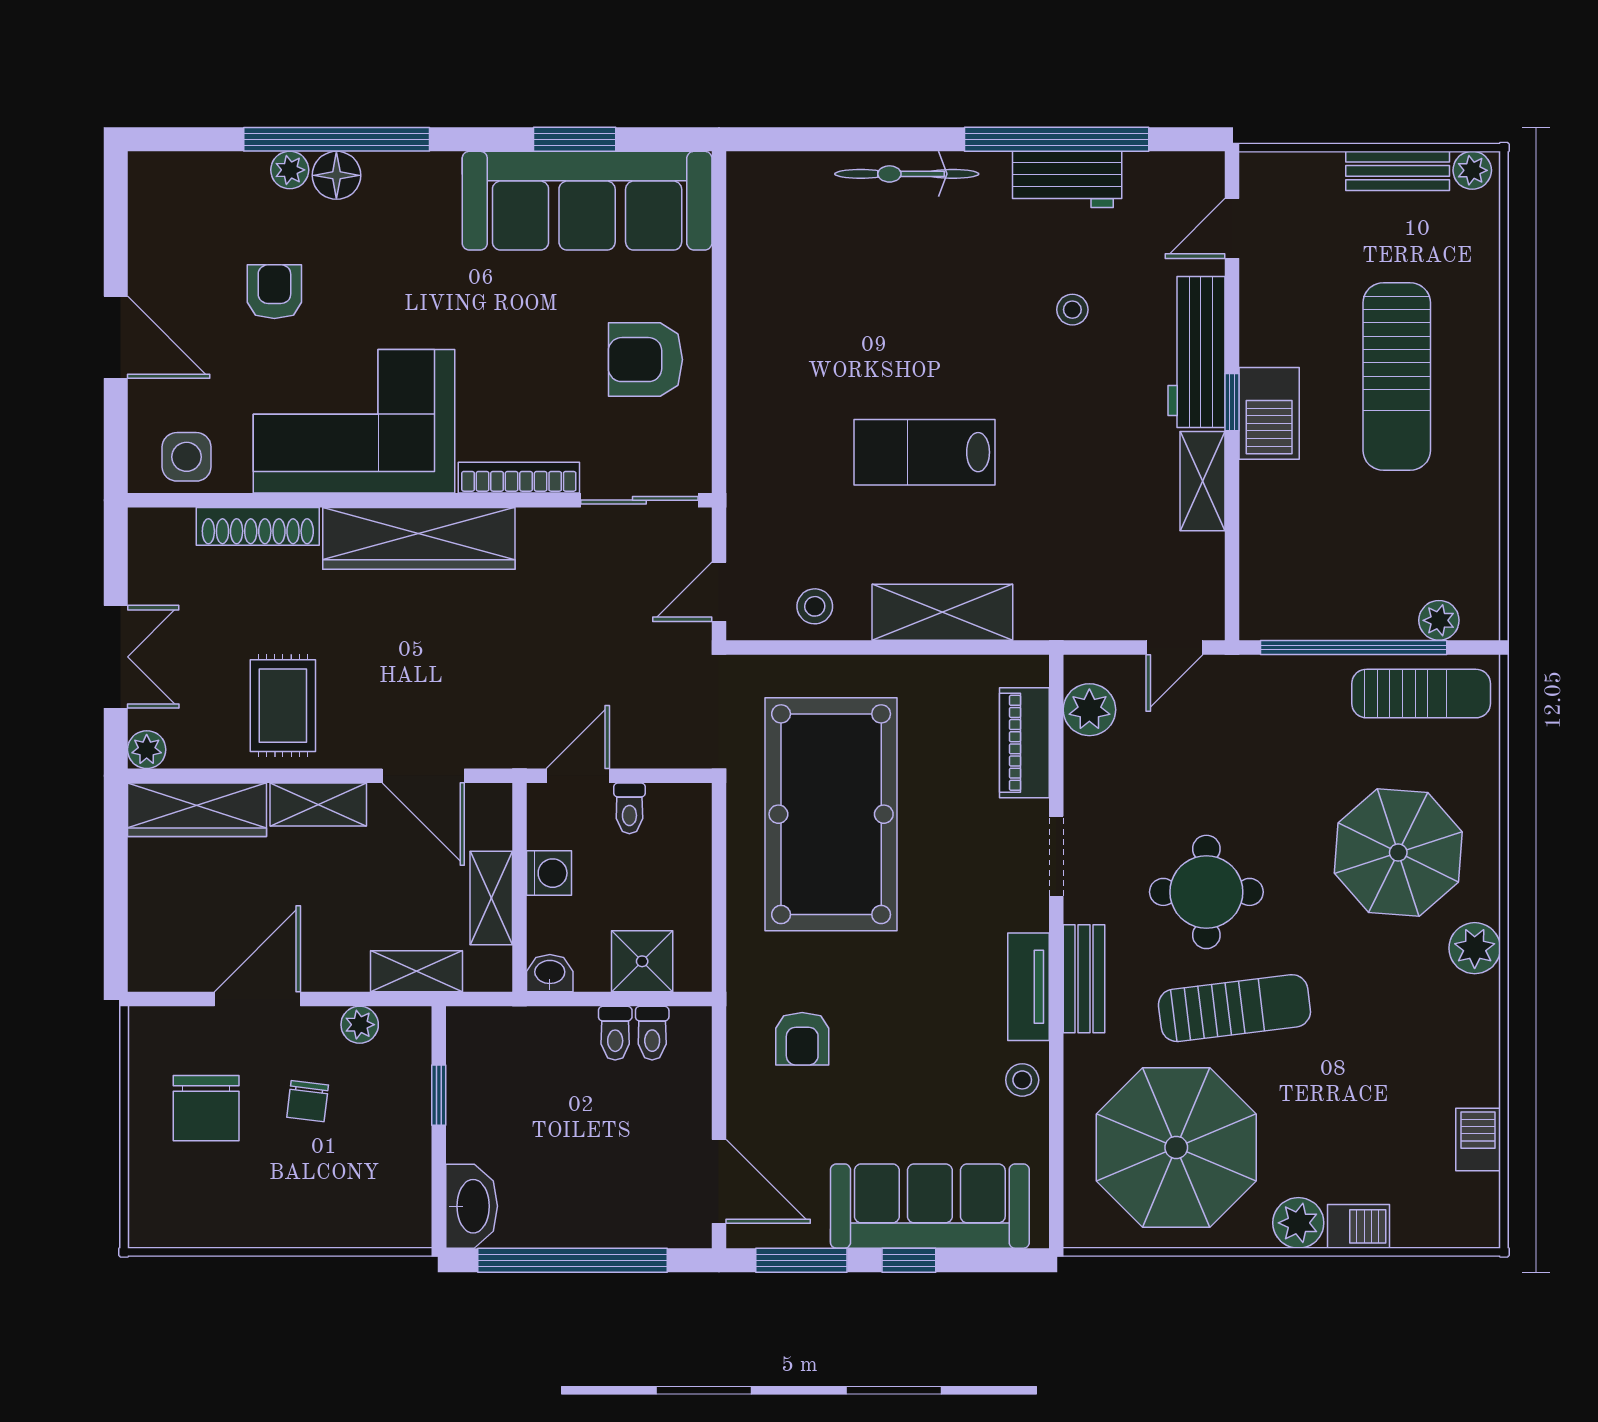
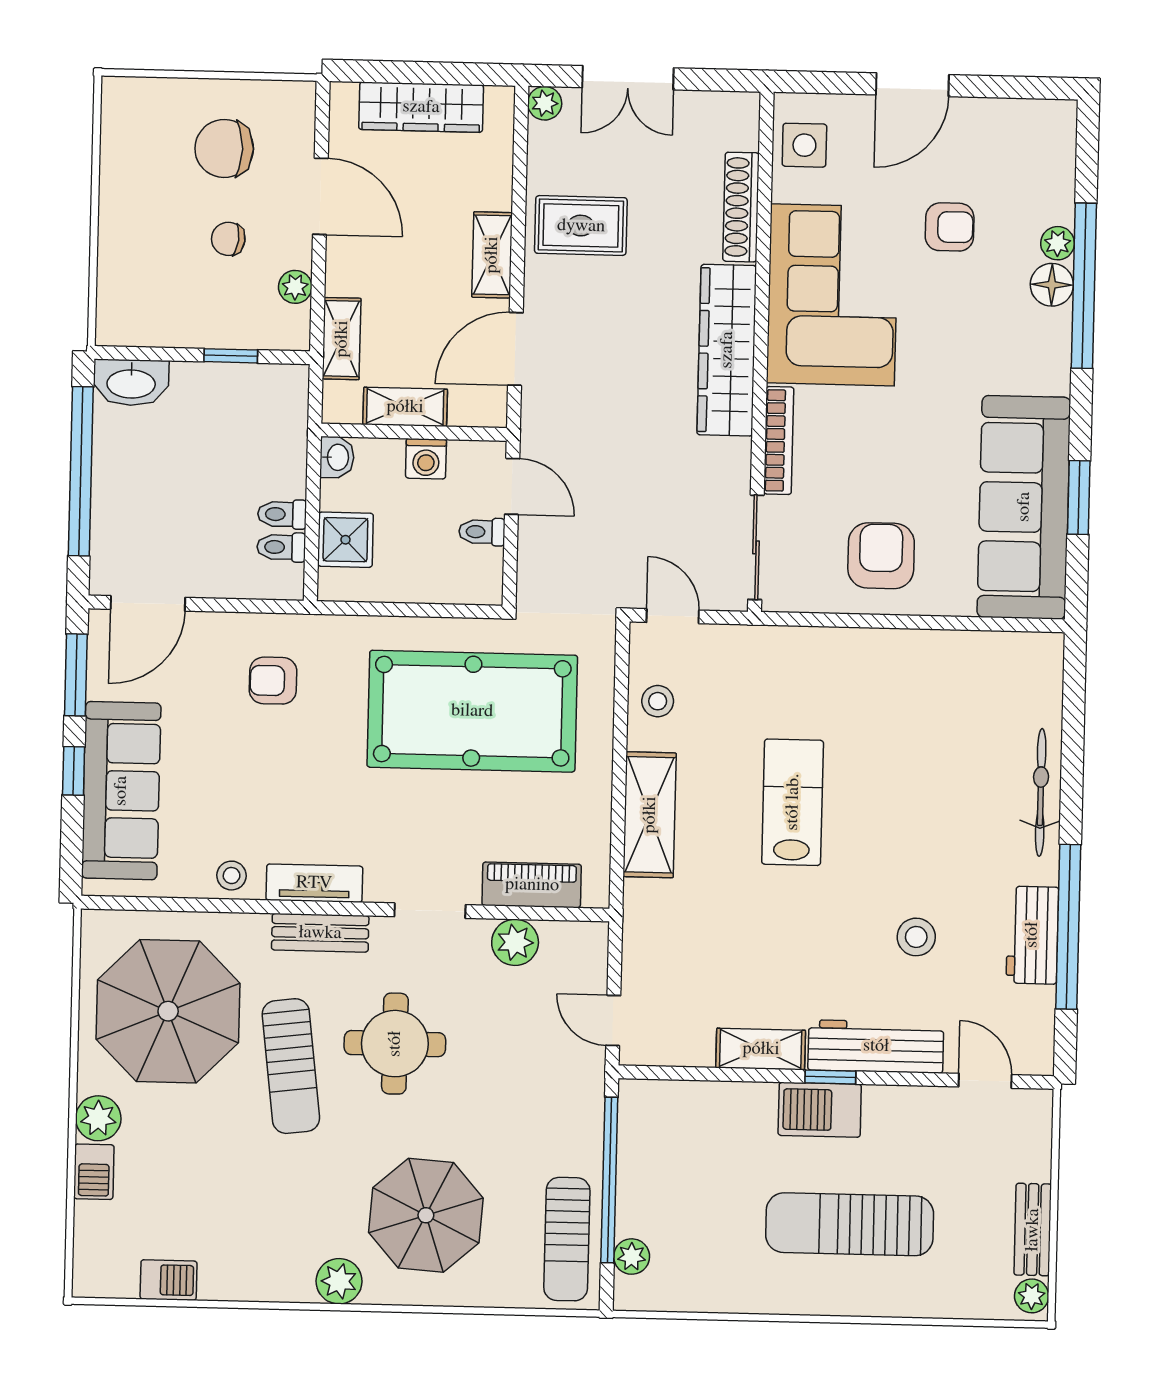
stool: (1072, 310) -> (916, 937), width x1.37, depth x1.37
plant: (1089, 710) -> (515, 942), moved
wardrobe: (197, 810) -> (421, 107), moved, turned -90

